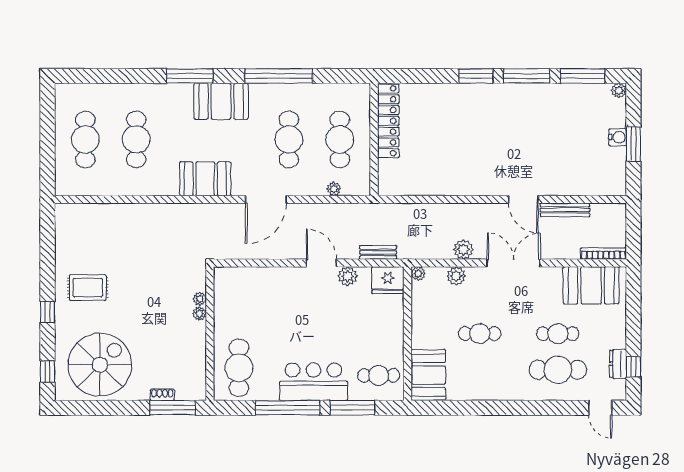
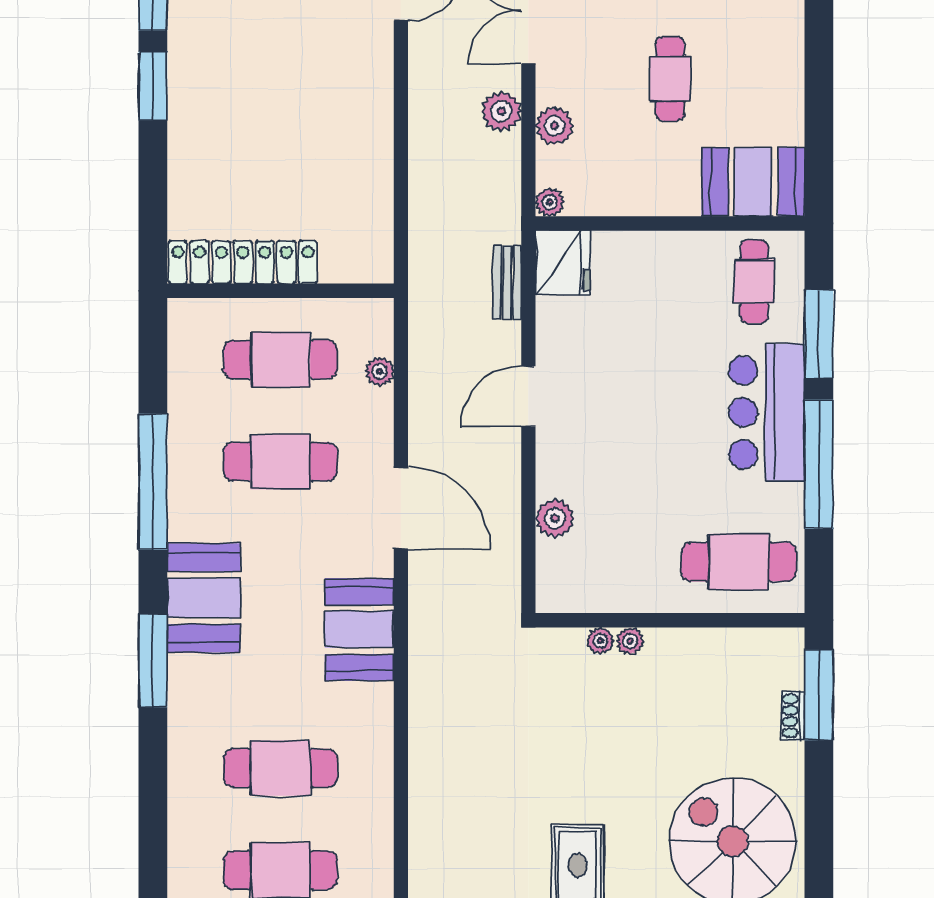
plant: (348, 276) -> (555, 518), moved

